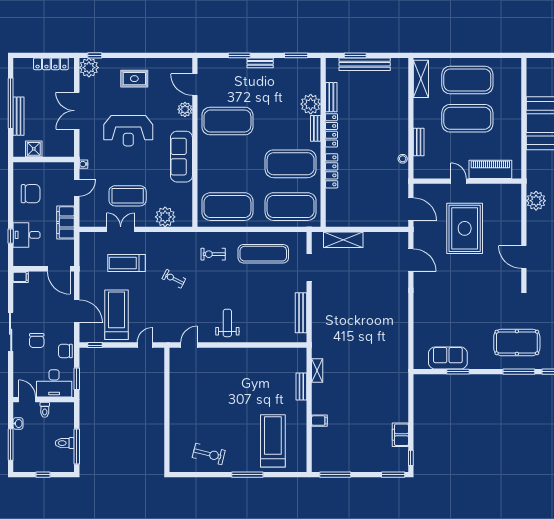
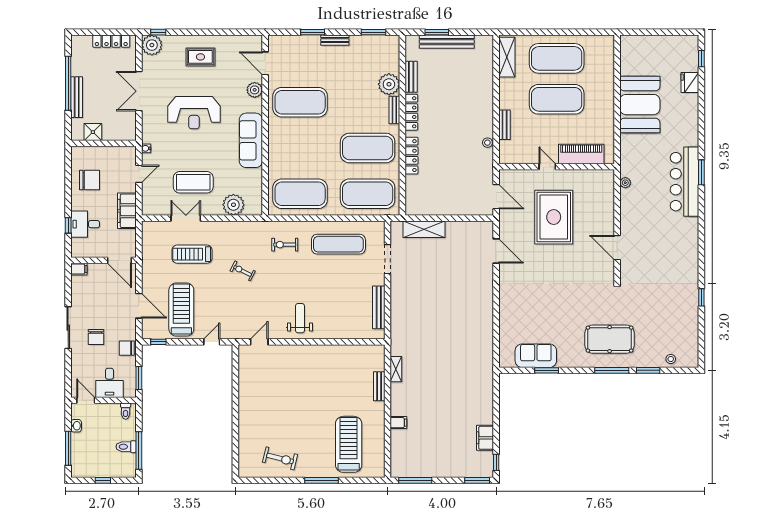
plant: (536, 201) -> (625, 183), width x0.53, depth x0.53
desk: (54, 383) -> (109, 383), width x0.73
toilet: (45, 410) -> (126, 411), moved

